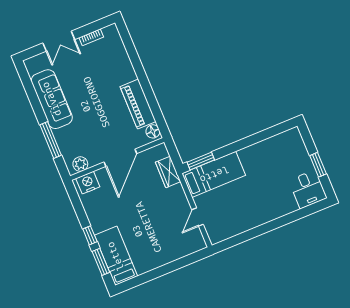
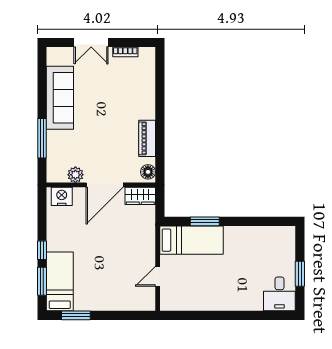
piano: (138, 104) -> (147, 138), width x0.73, depth x0.75
window: (201, 161) -> (205, 221), moved
plant: (80, 164) -> (75, 175), moved
wardrobe: (168, 172) -> (140, 196), moved, turned -90
window: (142, 279) -> (76, 315), added

